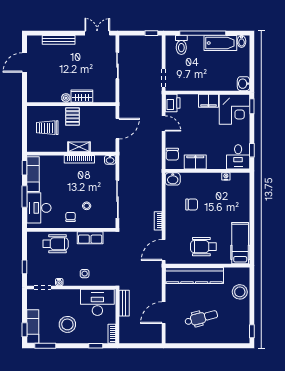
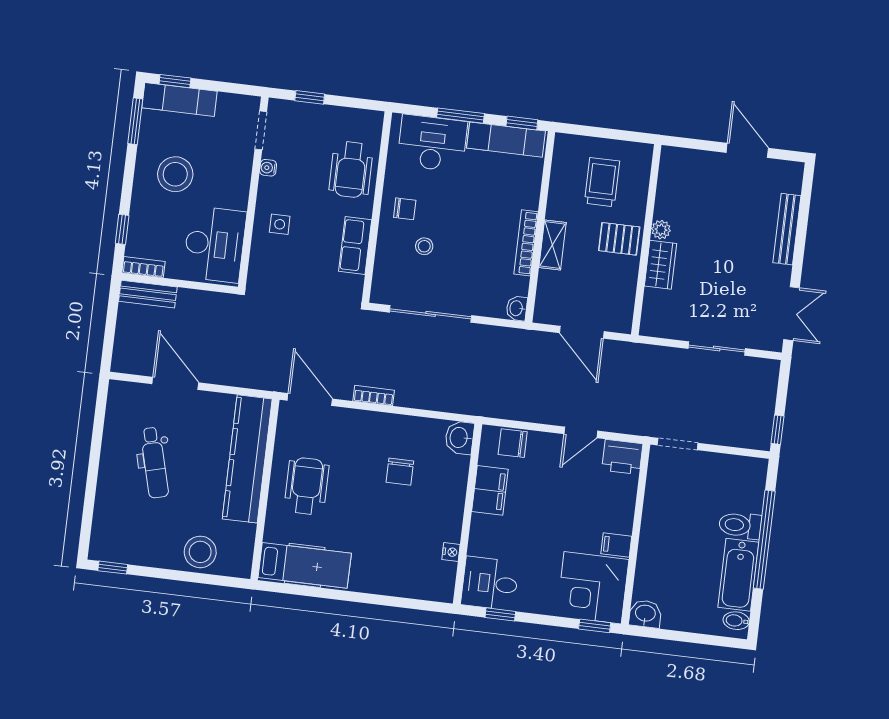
toilet: (181, 45) -> (740, 525), moved
filing cabinet: (208, 101) -> (616, 545), width x0.50
bench: (124, 303) -> (148, 294), moved

